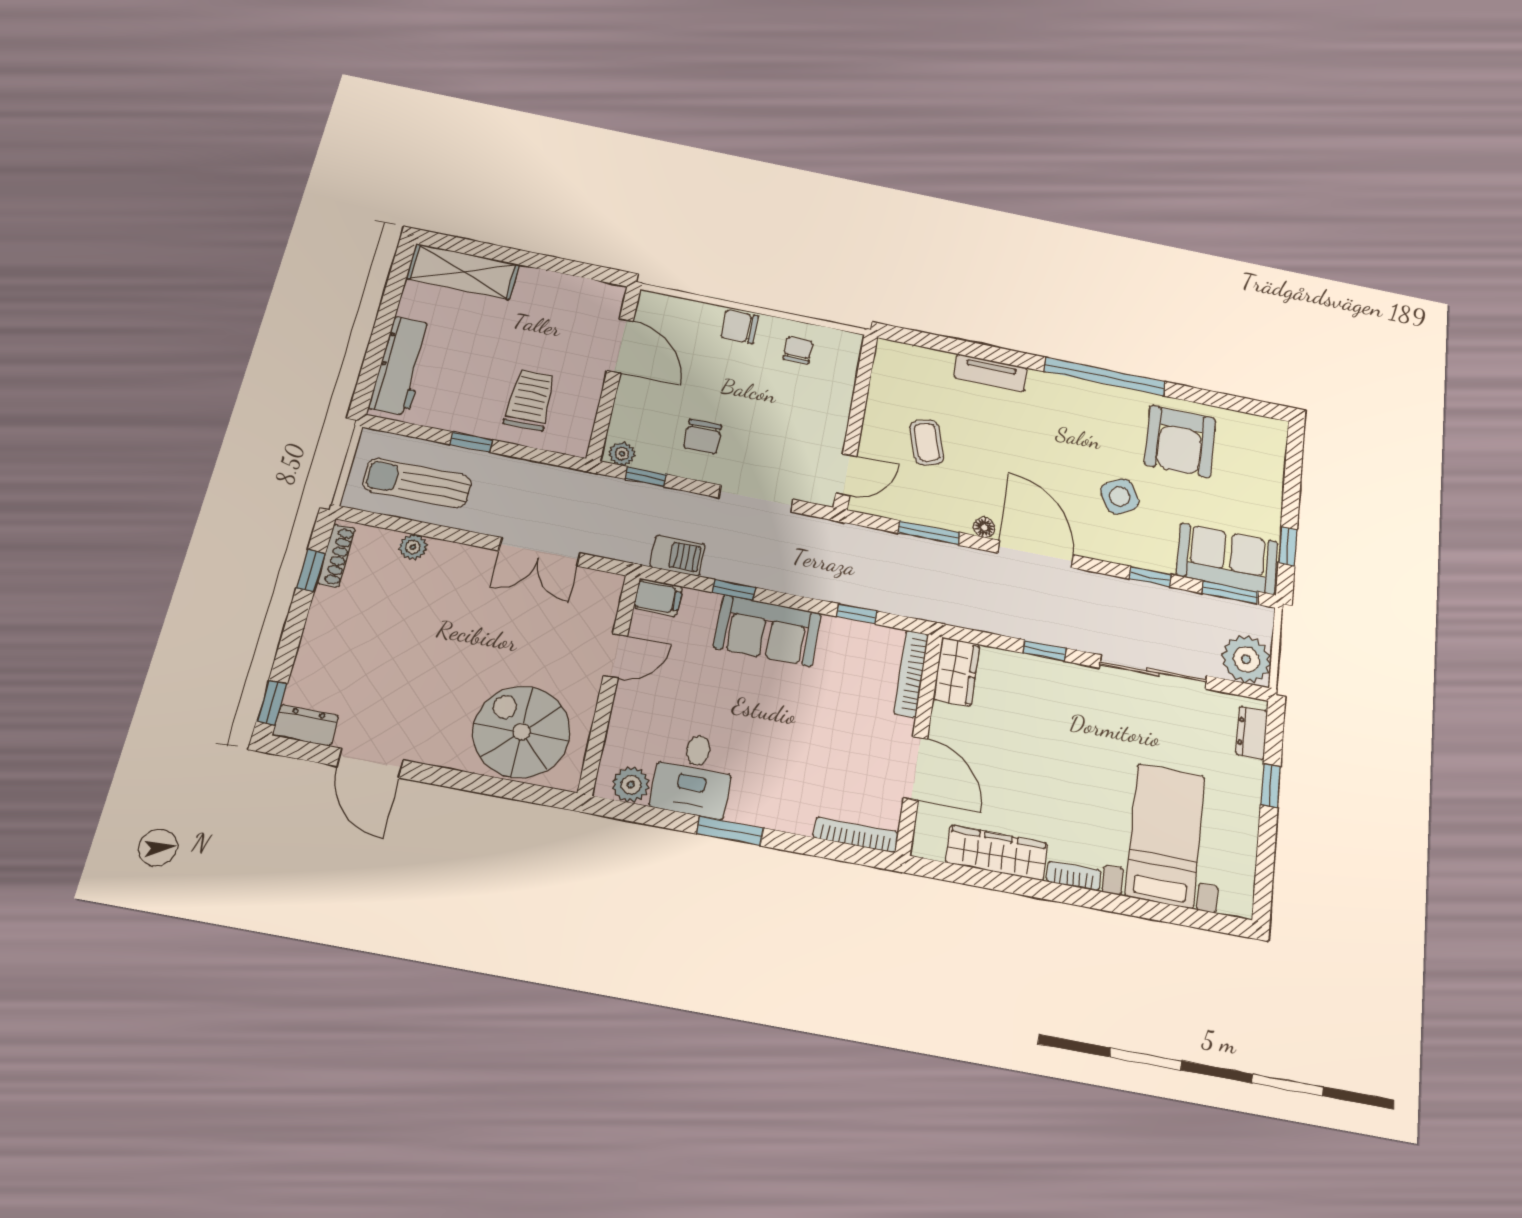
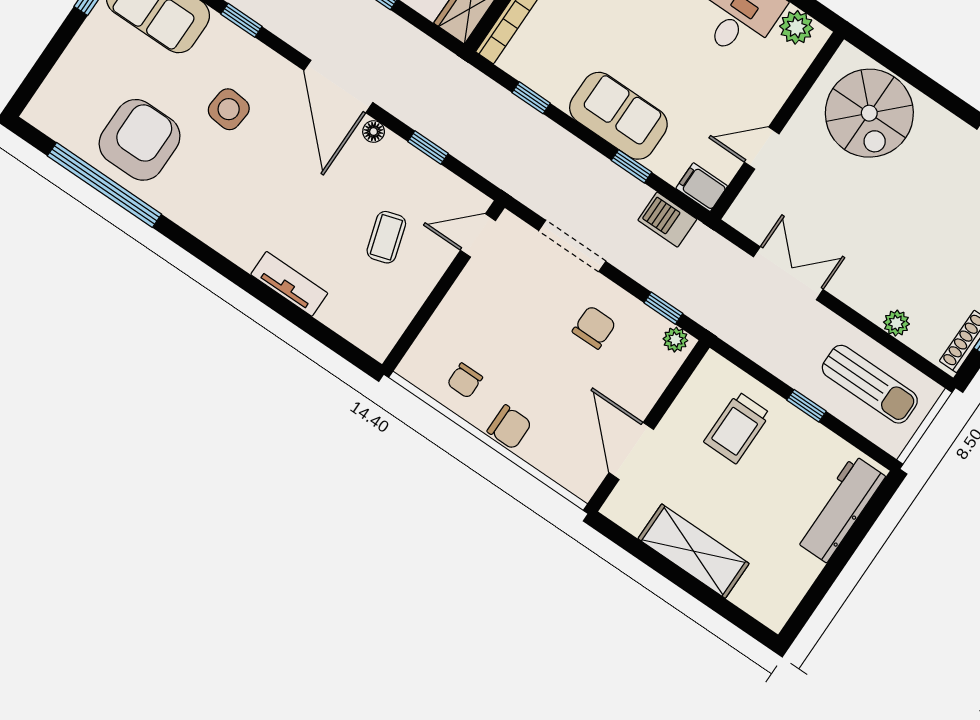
shelving: (463, 272) -> (694, 551), moved
window: (1105, 377) -> (104, 185), moved
side table: (1120, 496) -> (229, 109), turned 35
window: (929, 533) -> (428, 147), width x0.67

